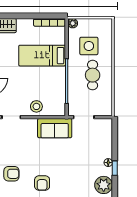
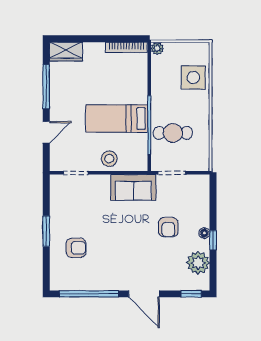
side table: (89, 46) -> (193, 77), moved
bed: (42, 56) -> (117, 119), moved
cafe table: (93, 75) -> (173, 133), moved, turned 90
armchair: (42, 183) -> (168, 227), moved

